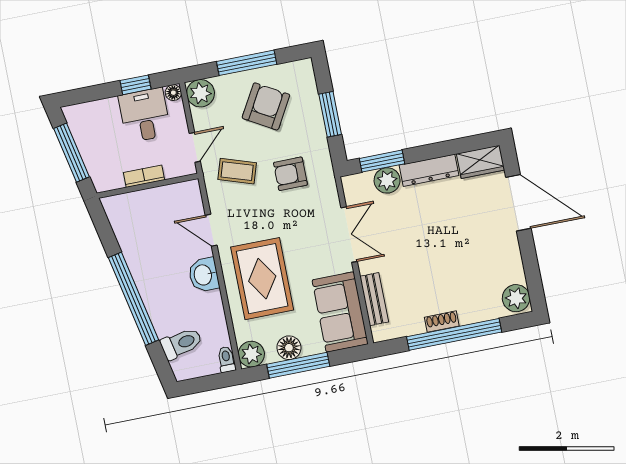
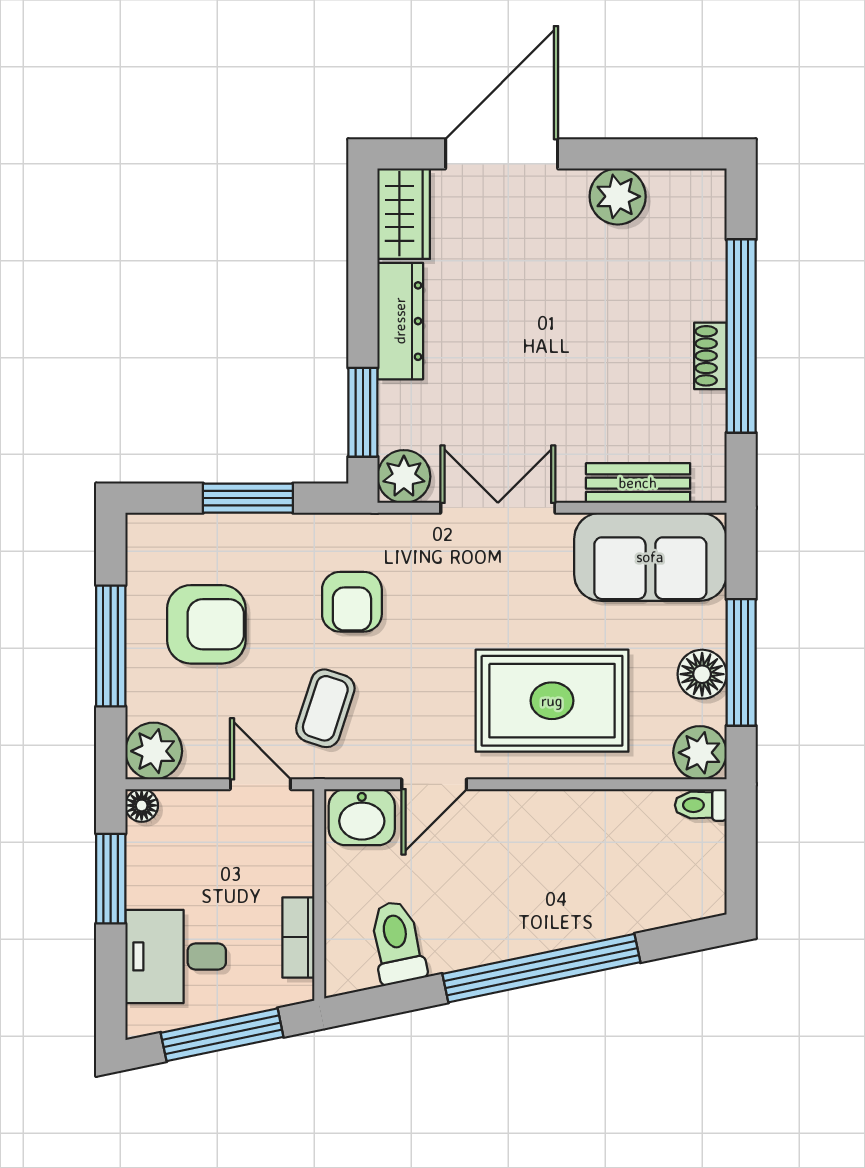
window: (136, 85) -> (111, 879), width x1.50
armchair: (266, 106) -> (206, 624), turned 150
desk: (145, 115) -> (176, 956), moved
bookcase: (144, 176) -> (298, 937), moved
plant: (387, 180) -> (404, 477), moved
washbasin: (204, 275) -> (362, 817), moved
plant: (516, 298) -> (618, 196), moved
toilet: (181, 343) -> (397, 942), moved

